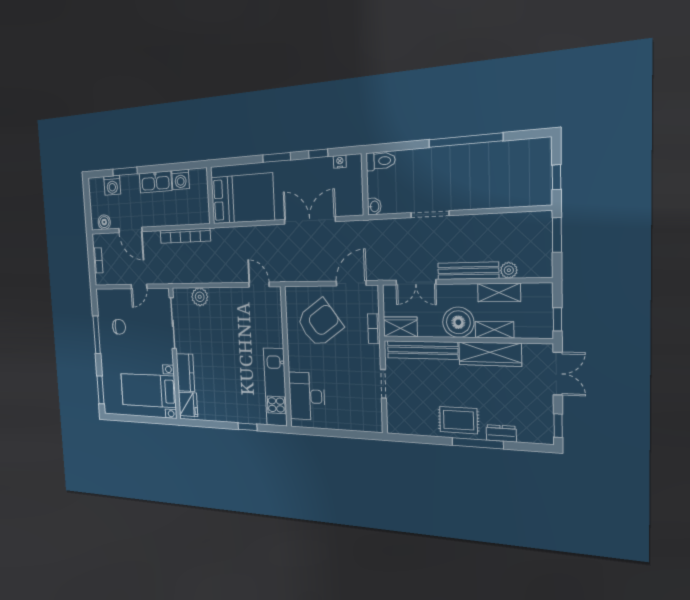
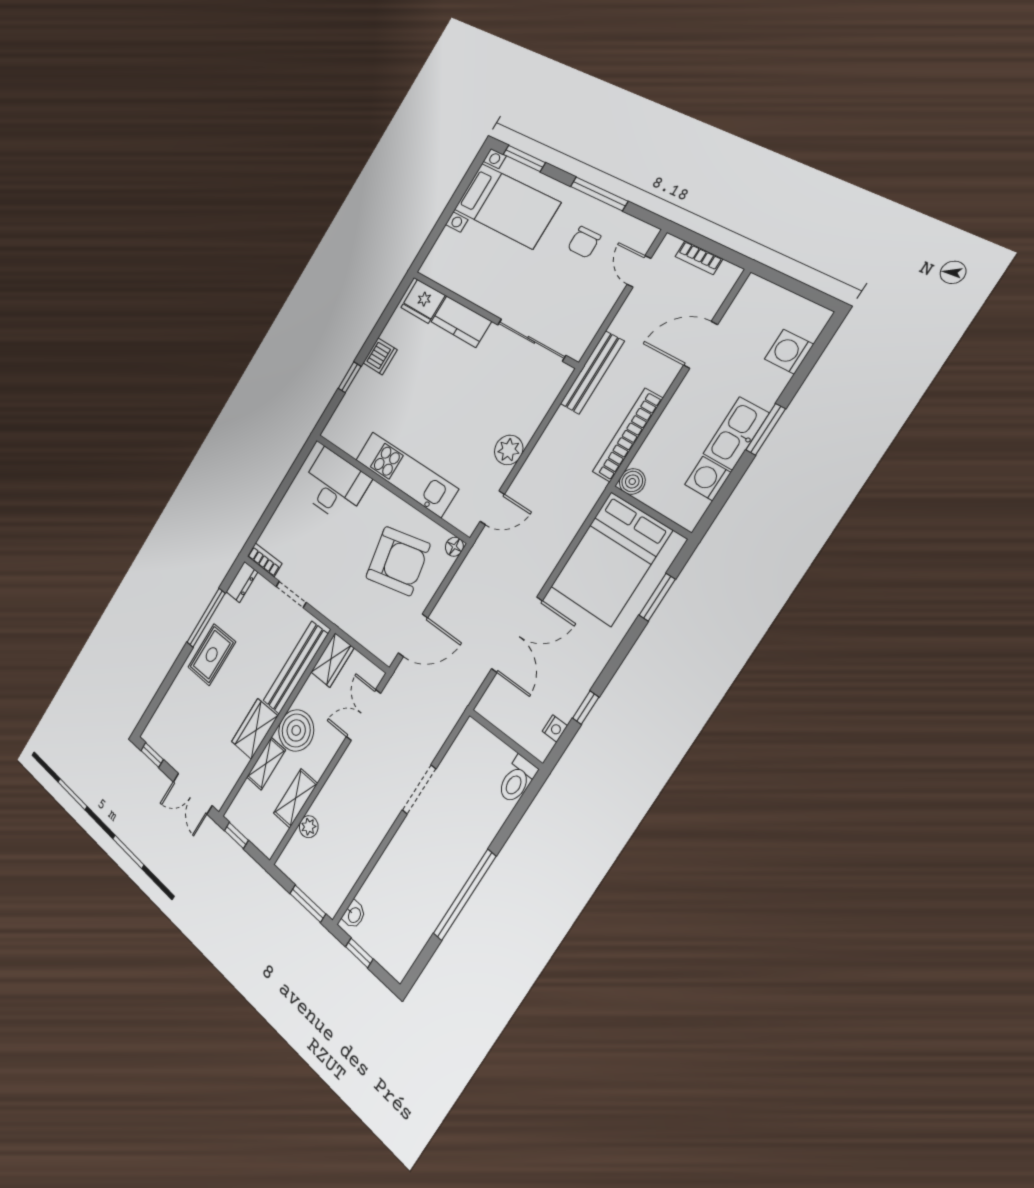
window: (277, 157) -> (657, 597), moved
window: (125, 171) -> (766, 429), moved
washbasin: (374, 206) -> (354, 915), moved, turned -90
boiler: (104, 222) -> (632, 481), moved
bench: (468, 271) -> (592, 373), moved
door: (351, 283) -> (413, 635), hinge flipped
door: (139, 286) -> (639, 271), moved
floor lamp: (291, 293) -> (454, 547), added
plant: (200, 297) -> (509, 450), moved
armchair: (320, 323) -> (398, 561), turned -66
bookcase: (374, 329) -> (265, 560), moved
wardrobe: (490, 354) -> (255, 729), width x0.67
kitchen unit: (275, 387) -> (406, 474), moved
bed with nightstands: (148, 391) -> (507, 206), moved, turned 90
dishwasher: (227, 413) -> (380, 356), added
dresser: (501, 433) -> (242, 582), moved
window: (478, 443) -> (206, 618), moved

